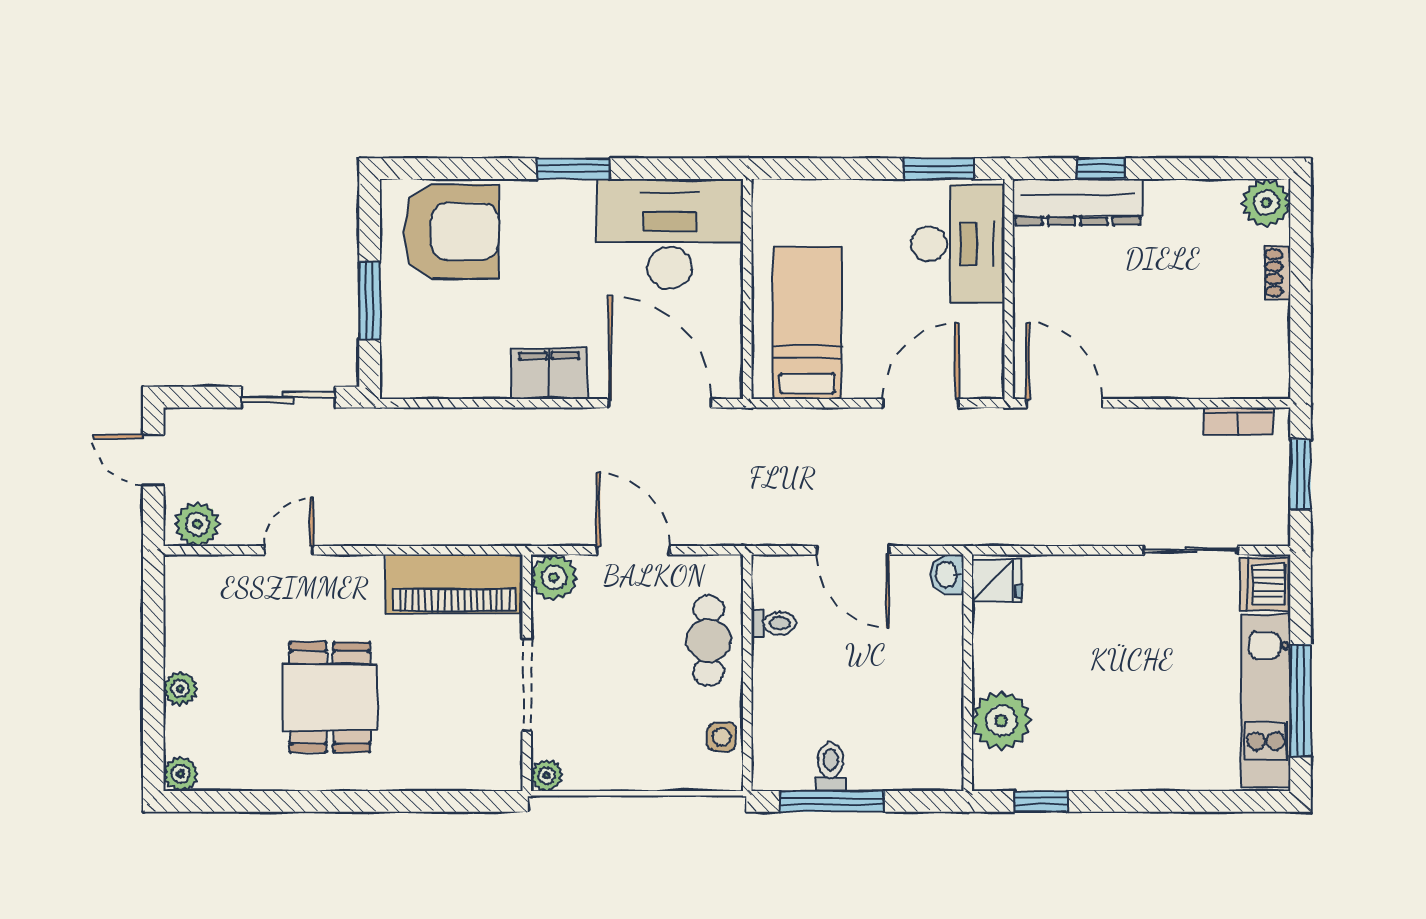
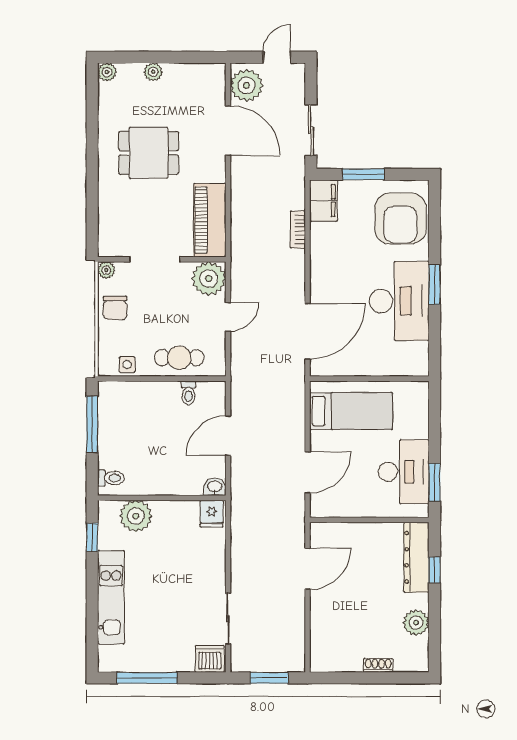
plant: (1266, 203) -> (416, 623), moved
desk: (670, 234) -> (399, 301), moved
desk: (958, 244) -> (404, 472), moved, turned -90
filing cabinet: (549, 374) -> (324, 201), moved
door: (921, 403) -> (308, 472), hinge flipped
door: (1064, 403) -> (308, 569), moved
bookcase: (1238, 421) -> (298, 230), moved
plant: (197, 524) -> (246, 85), width x1.36, depth x1.36
door: (289, 550) -> (228, 131), width x1.87
door: (633, 550) -> (228, 317), width x0.73
plant: (554, 577) -> (209, 279), width x1.36, depth x1.36
kitchen unit: (1266, 701) -> (111, 597), moved, turned 90
chair: (617, 759) -> (115, 308), added
toilet: (831, 767) -> (111, 478), moved

